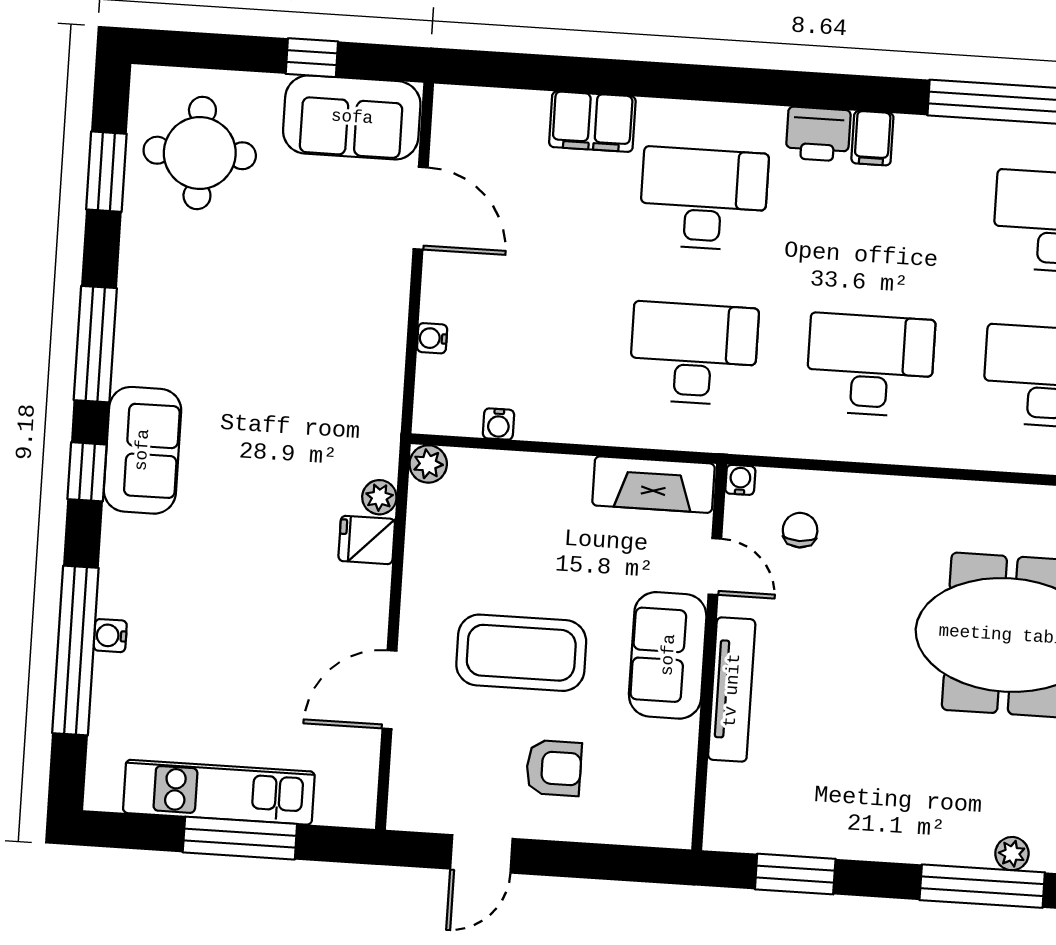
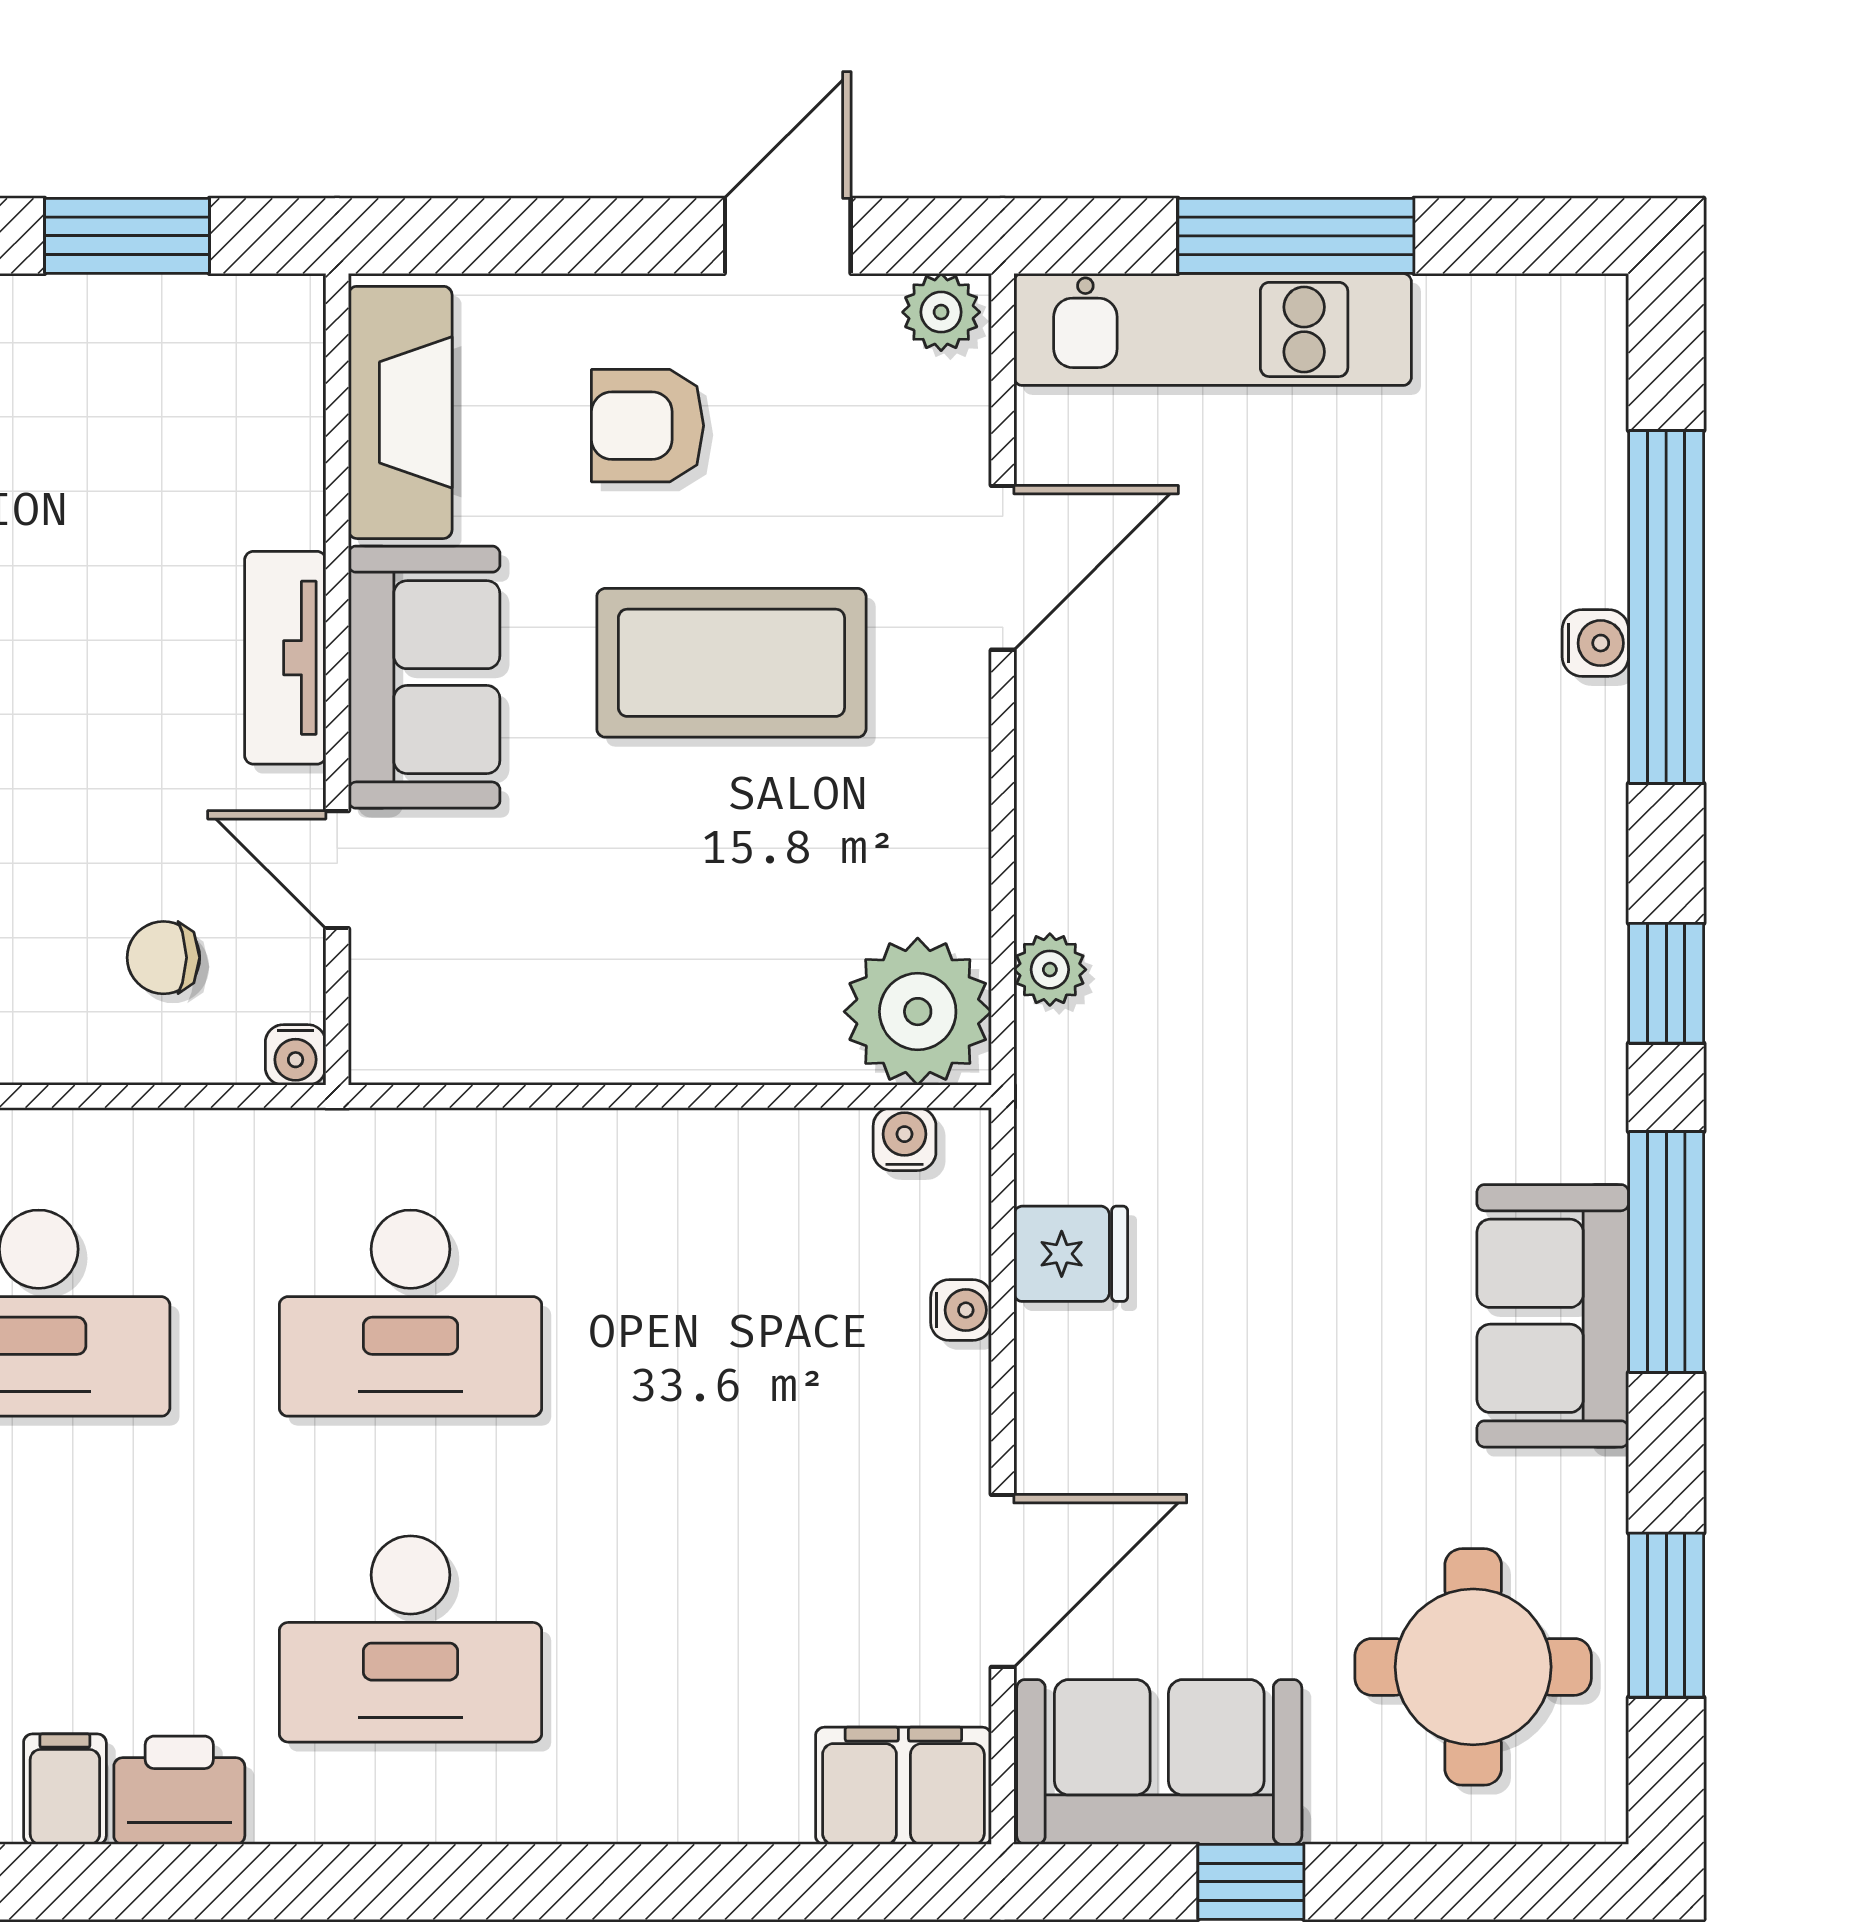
filing cabinet: (592, 122) -> (903, 1786), moved
door: (421, 208) -> (1003, 1581), swing flipped
water cooler: (499, 424) -> (905, 1139), moved
sofa: (142, 450) -> (1553, 1316), moved
plant: (428, 464) -> (918, 1012), width x1.87, depth x1.87
fireplace: (654, 485) -> (400, 412), moved, turned 90
chair: (800, 530) -> (163, 958), turned 90
fridge: (367, 540) -> (1071, 1254), moved
tv unit: (732, 690) -> (285, 658), width x0.71
kitchen unit: (219, 792) -> (1213, 329), moved
plant: (411, 813) -> (941, 312), added

